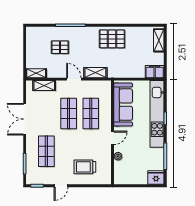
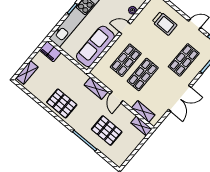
pallet: (60, 47) -> (107, 131), width x1.50, depth x1.42

